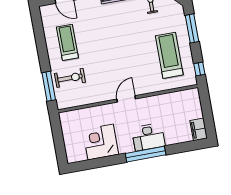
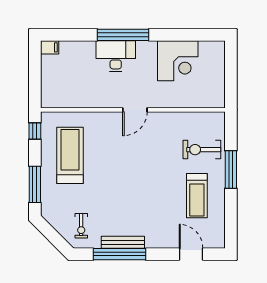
treadmill: (169, 55) -> (70, 155), turned 180
window: (49, 86) -> (231, 169), moved
filing cabinet: (199, 129) -> (50, 47), width x0.50

